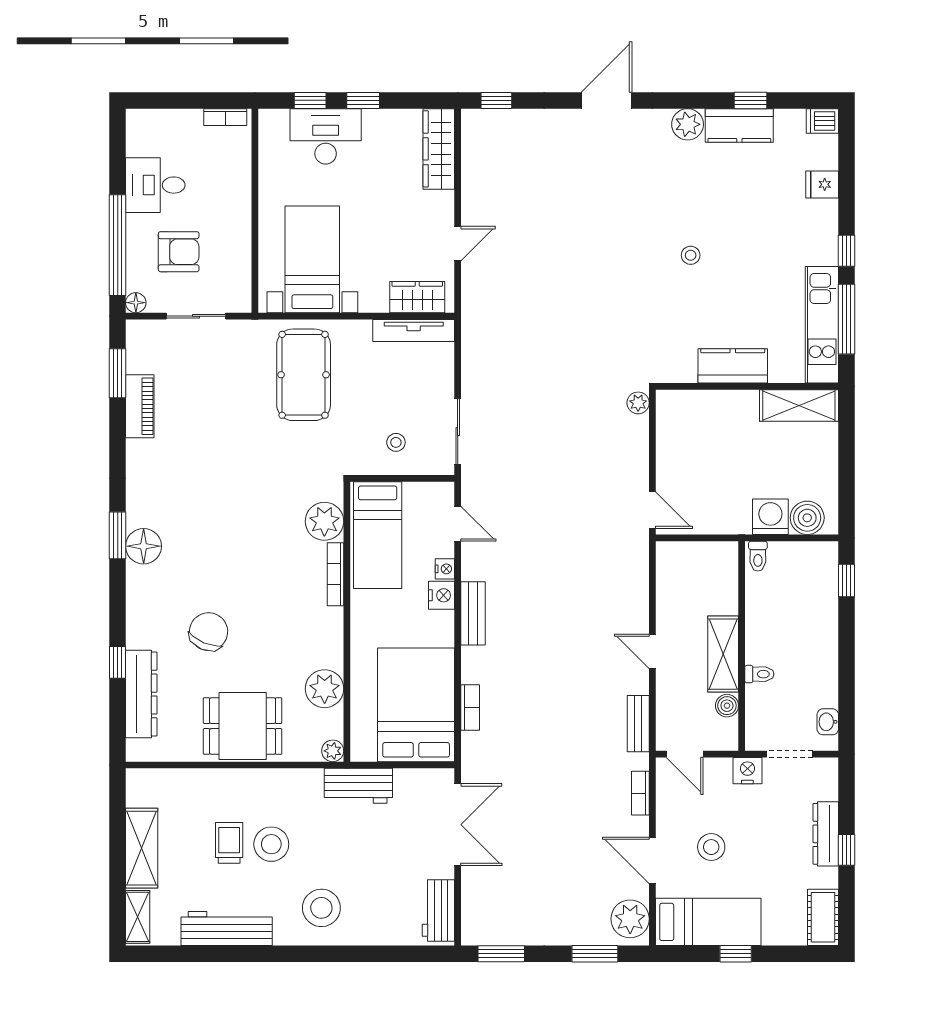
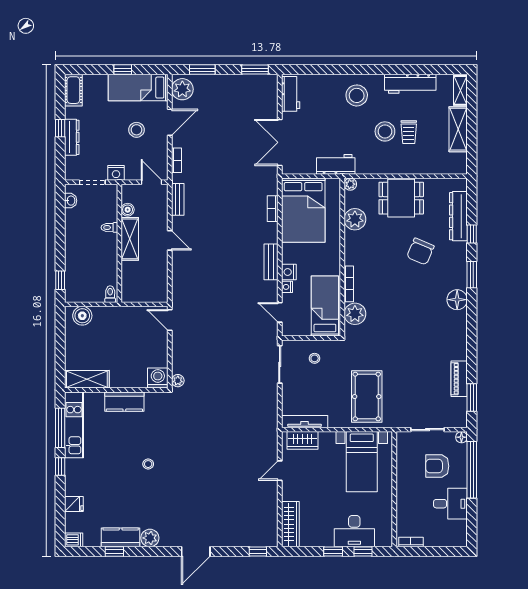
washing machine: (770, 517) -> (158, 378), moved, turned 180
window: (118, 535) -> (472, 275), moved
door: (652, 860) -> (170, 122), hinge flipped

